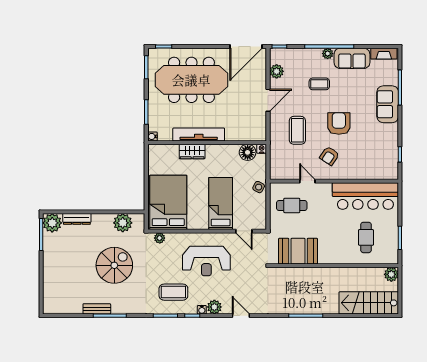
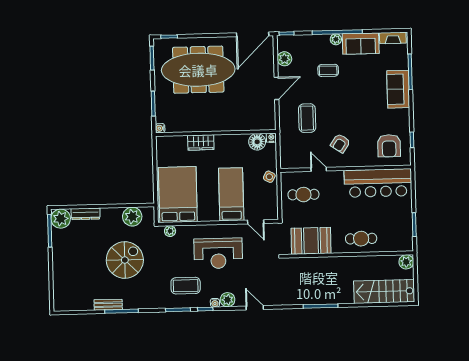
armchair: (339, 124) -> (389, 146), moved, turned 180
tv unit: (199, 135) -> (207, 125), removed
cafe table: (366, 237) -> (361, 239), moved, turned 90

